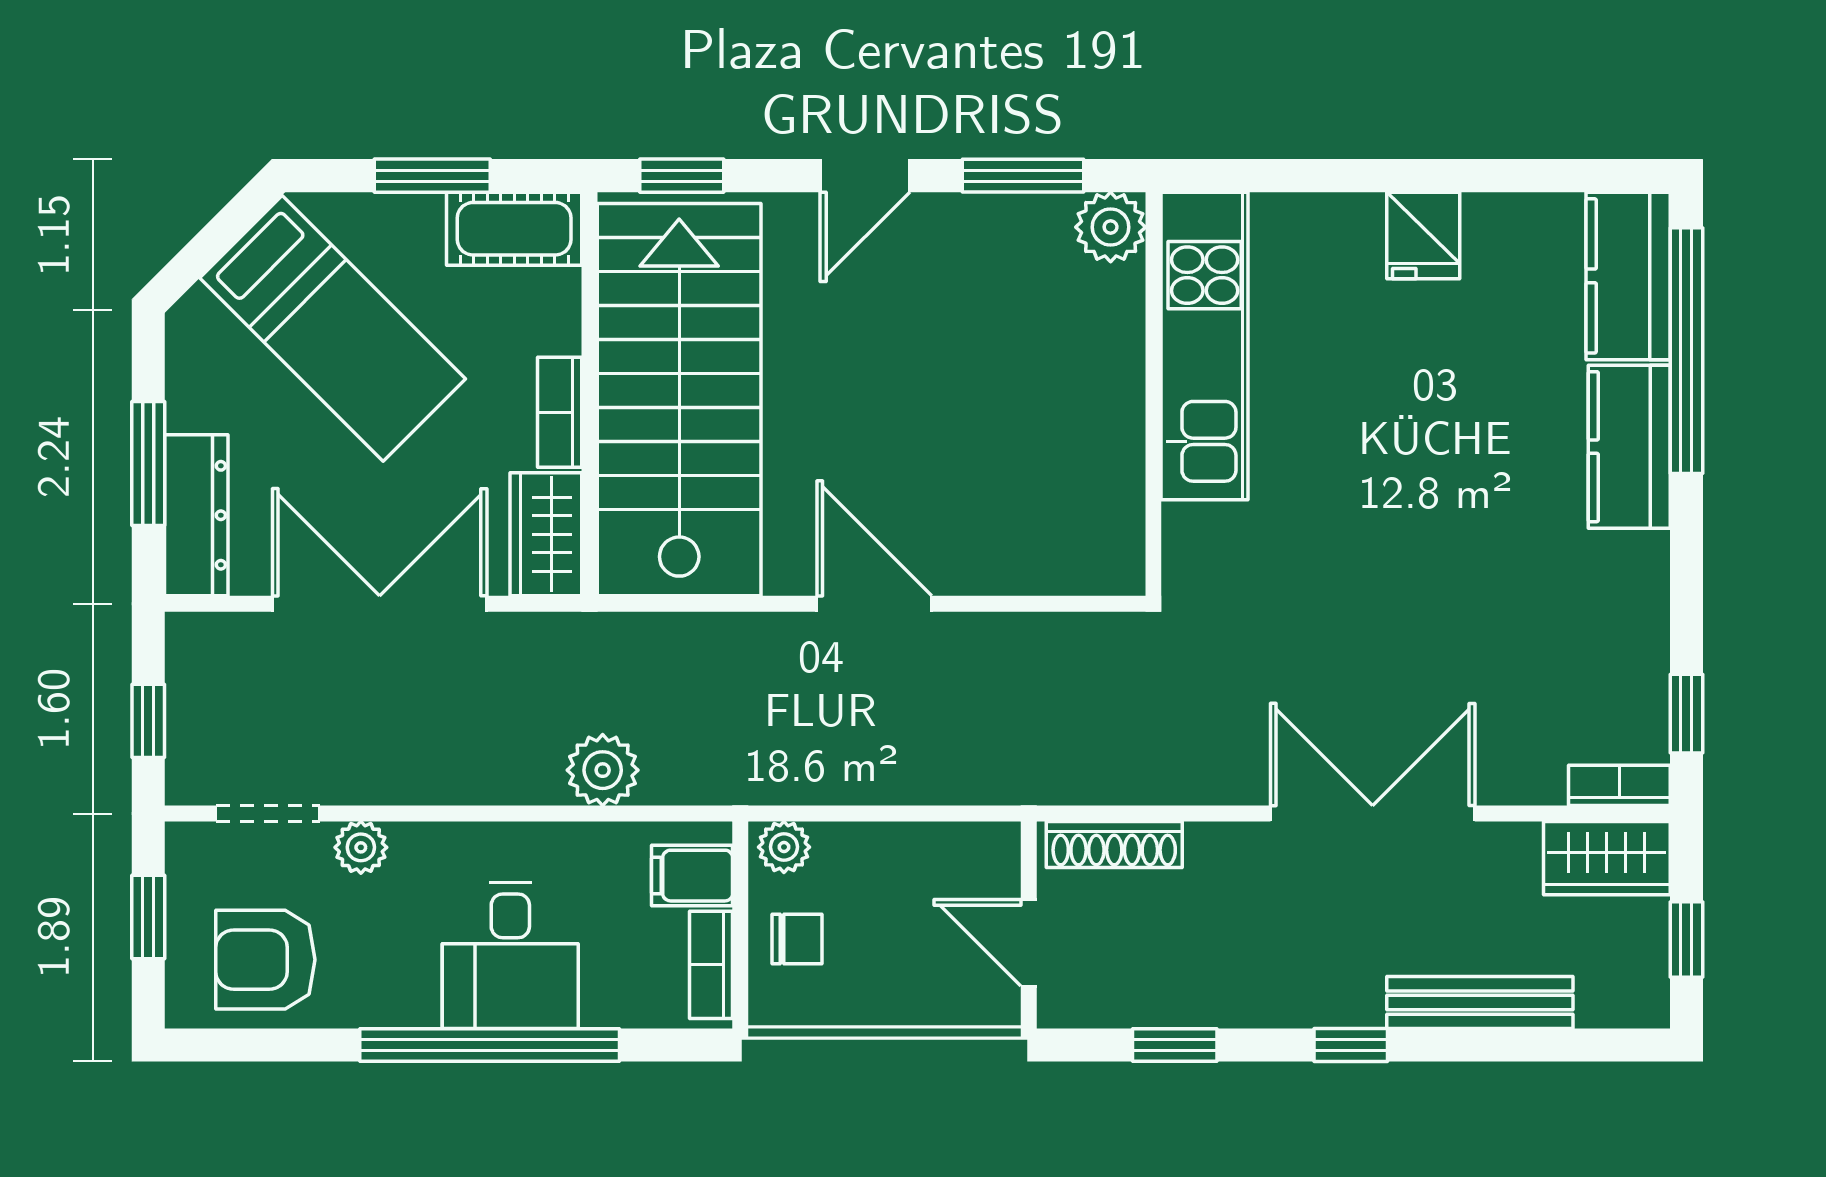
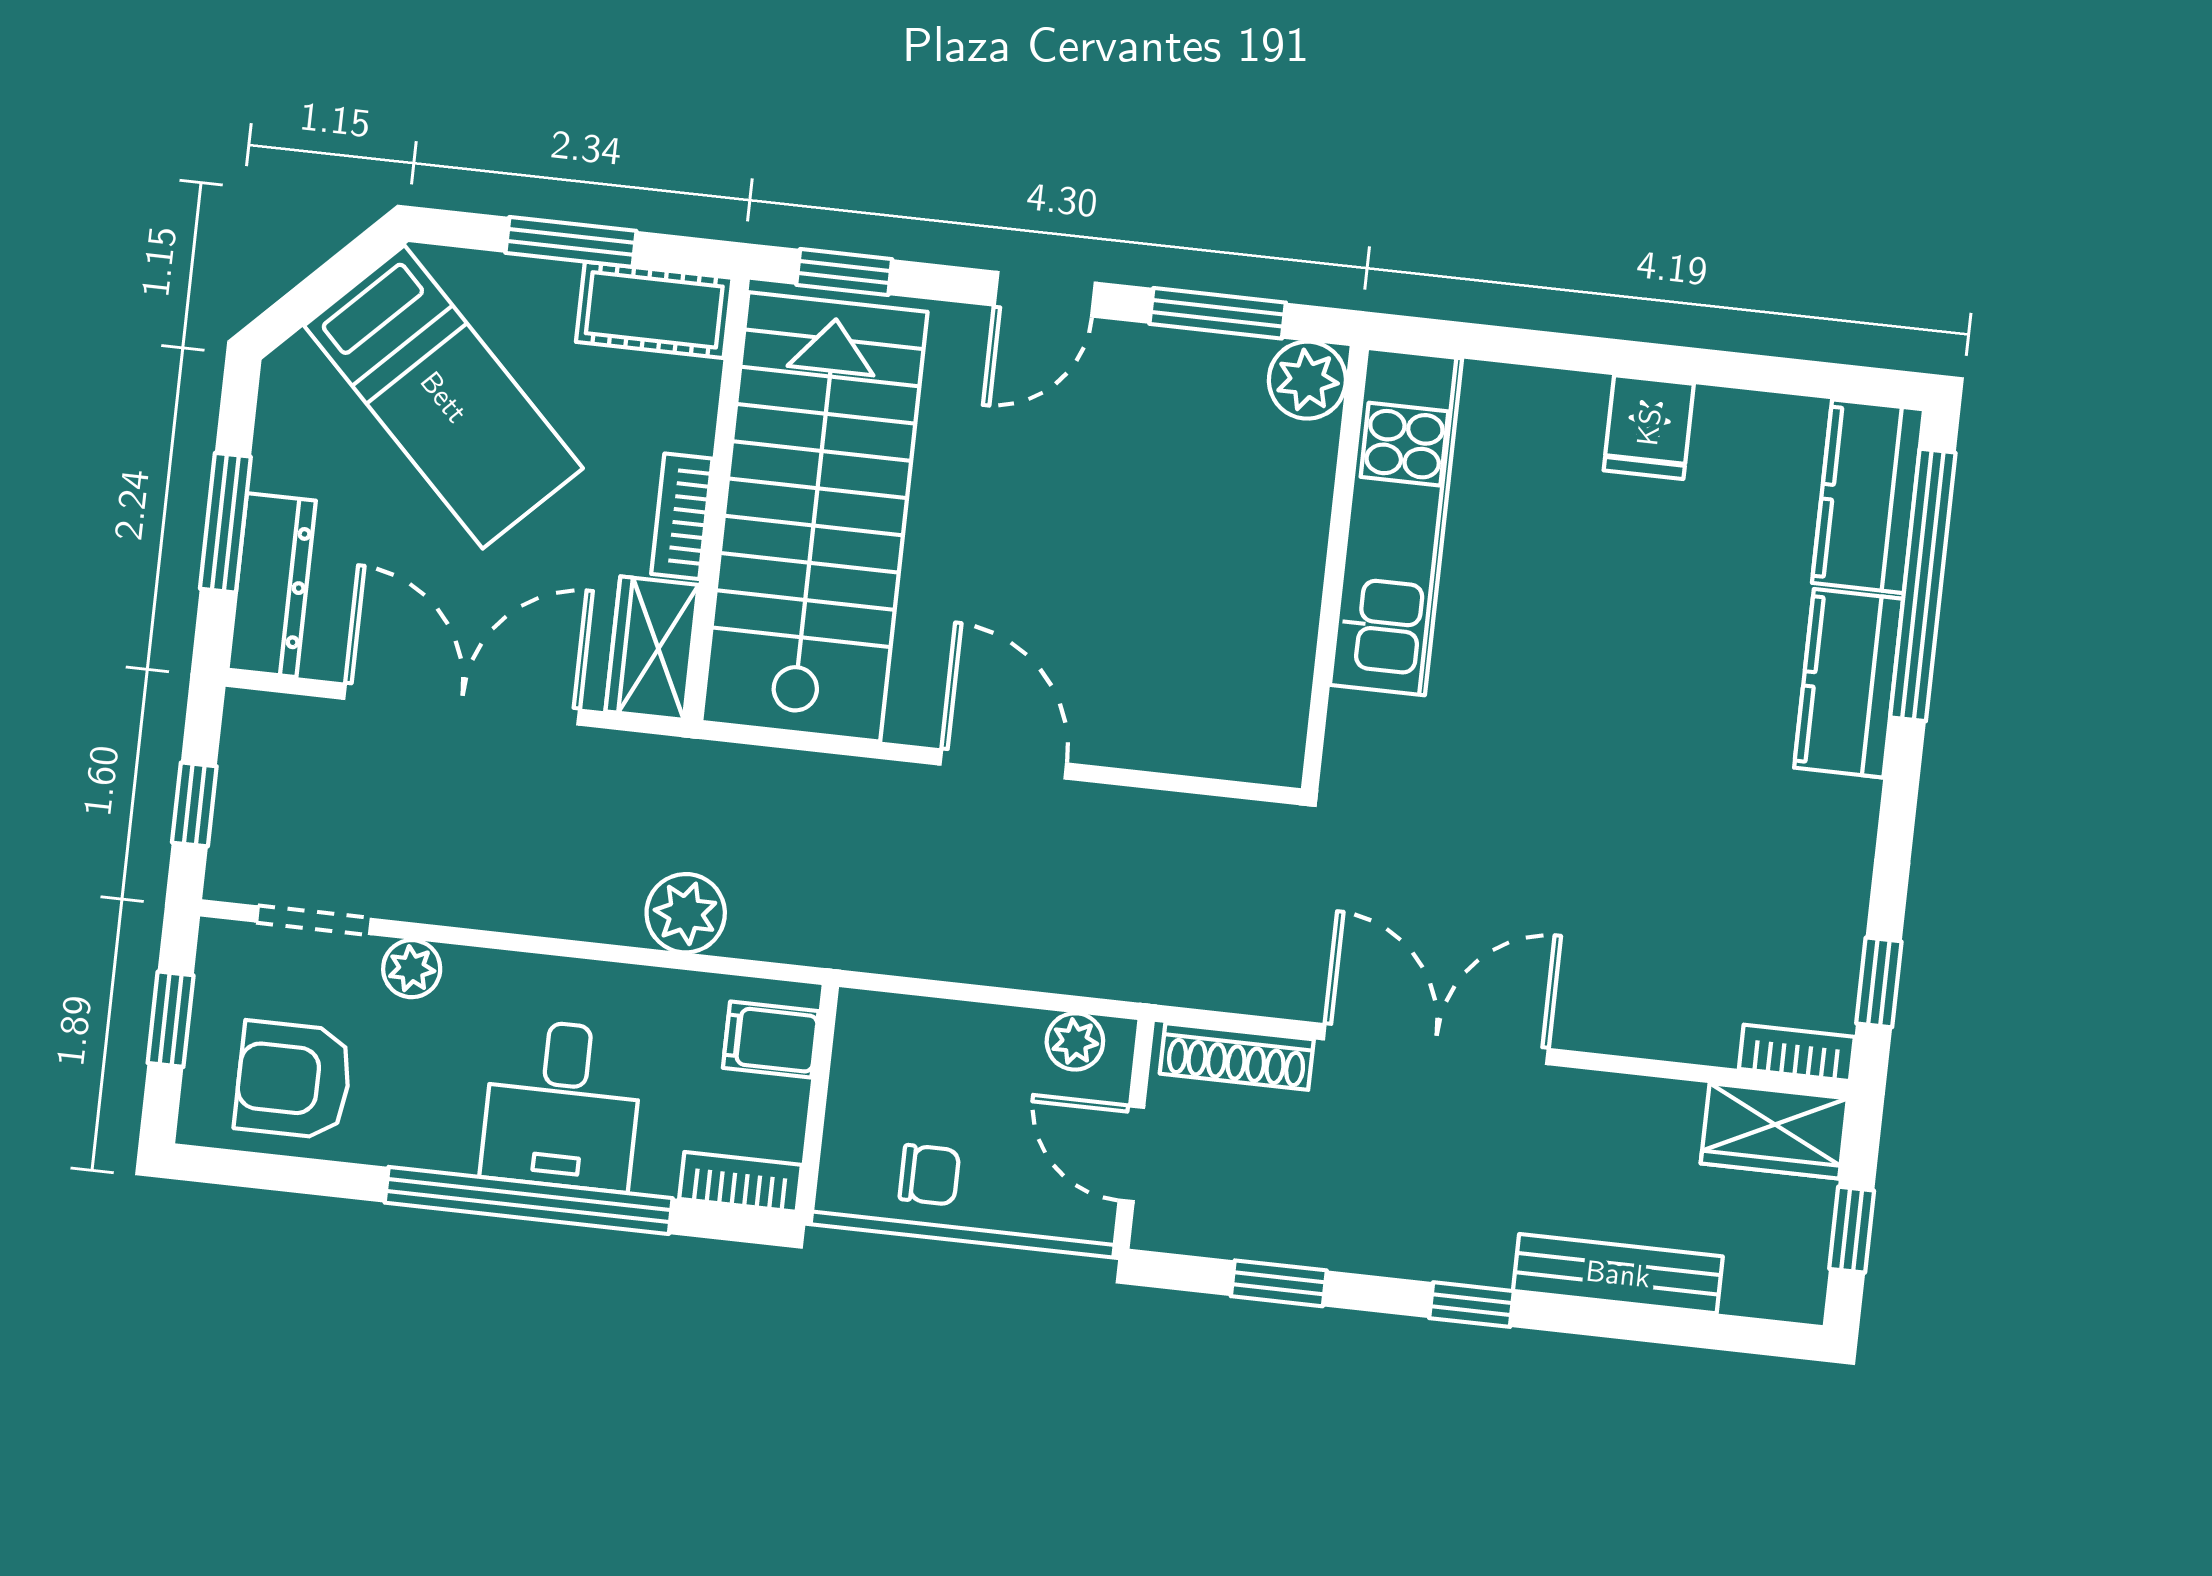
double door: (1373, 814) -> (1436, 1044), moved
plant: (784, 847) -> (1075, 1041), moved
chair: (797, 939) -> (929, 1175), moved
bookcase: (711, 965) -> (740, 1182), moved, turned 90

